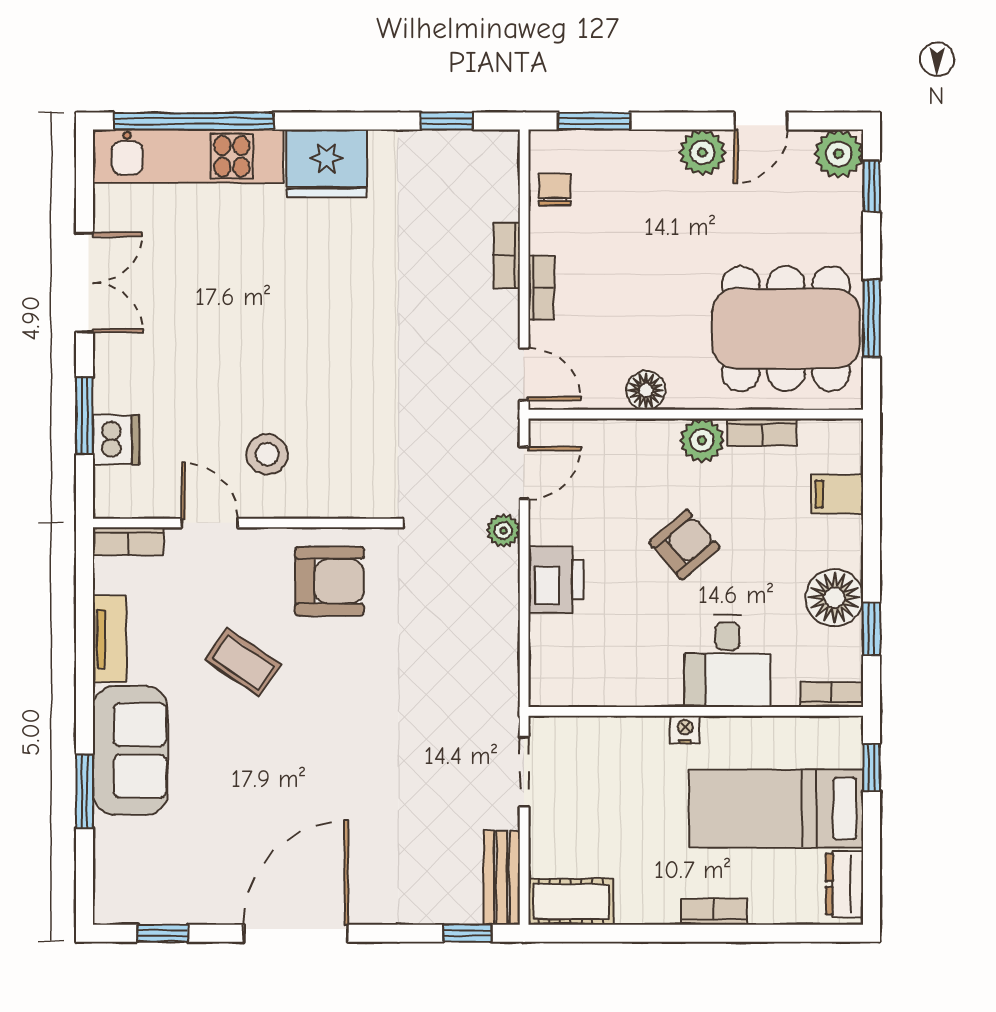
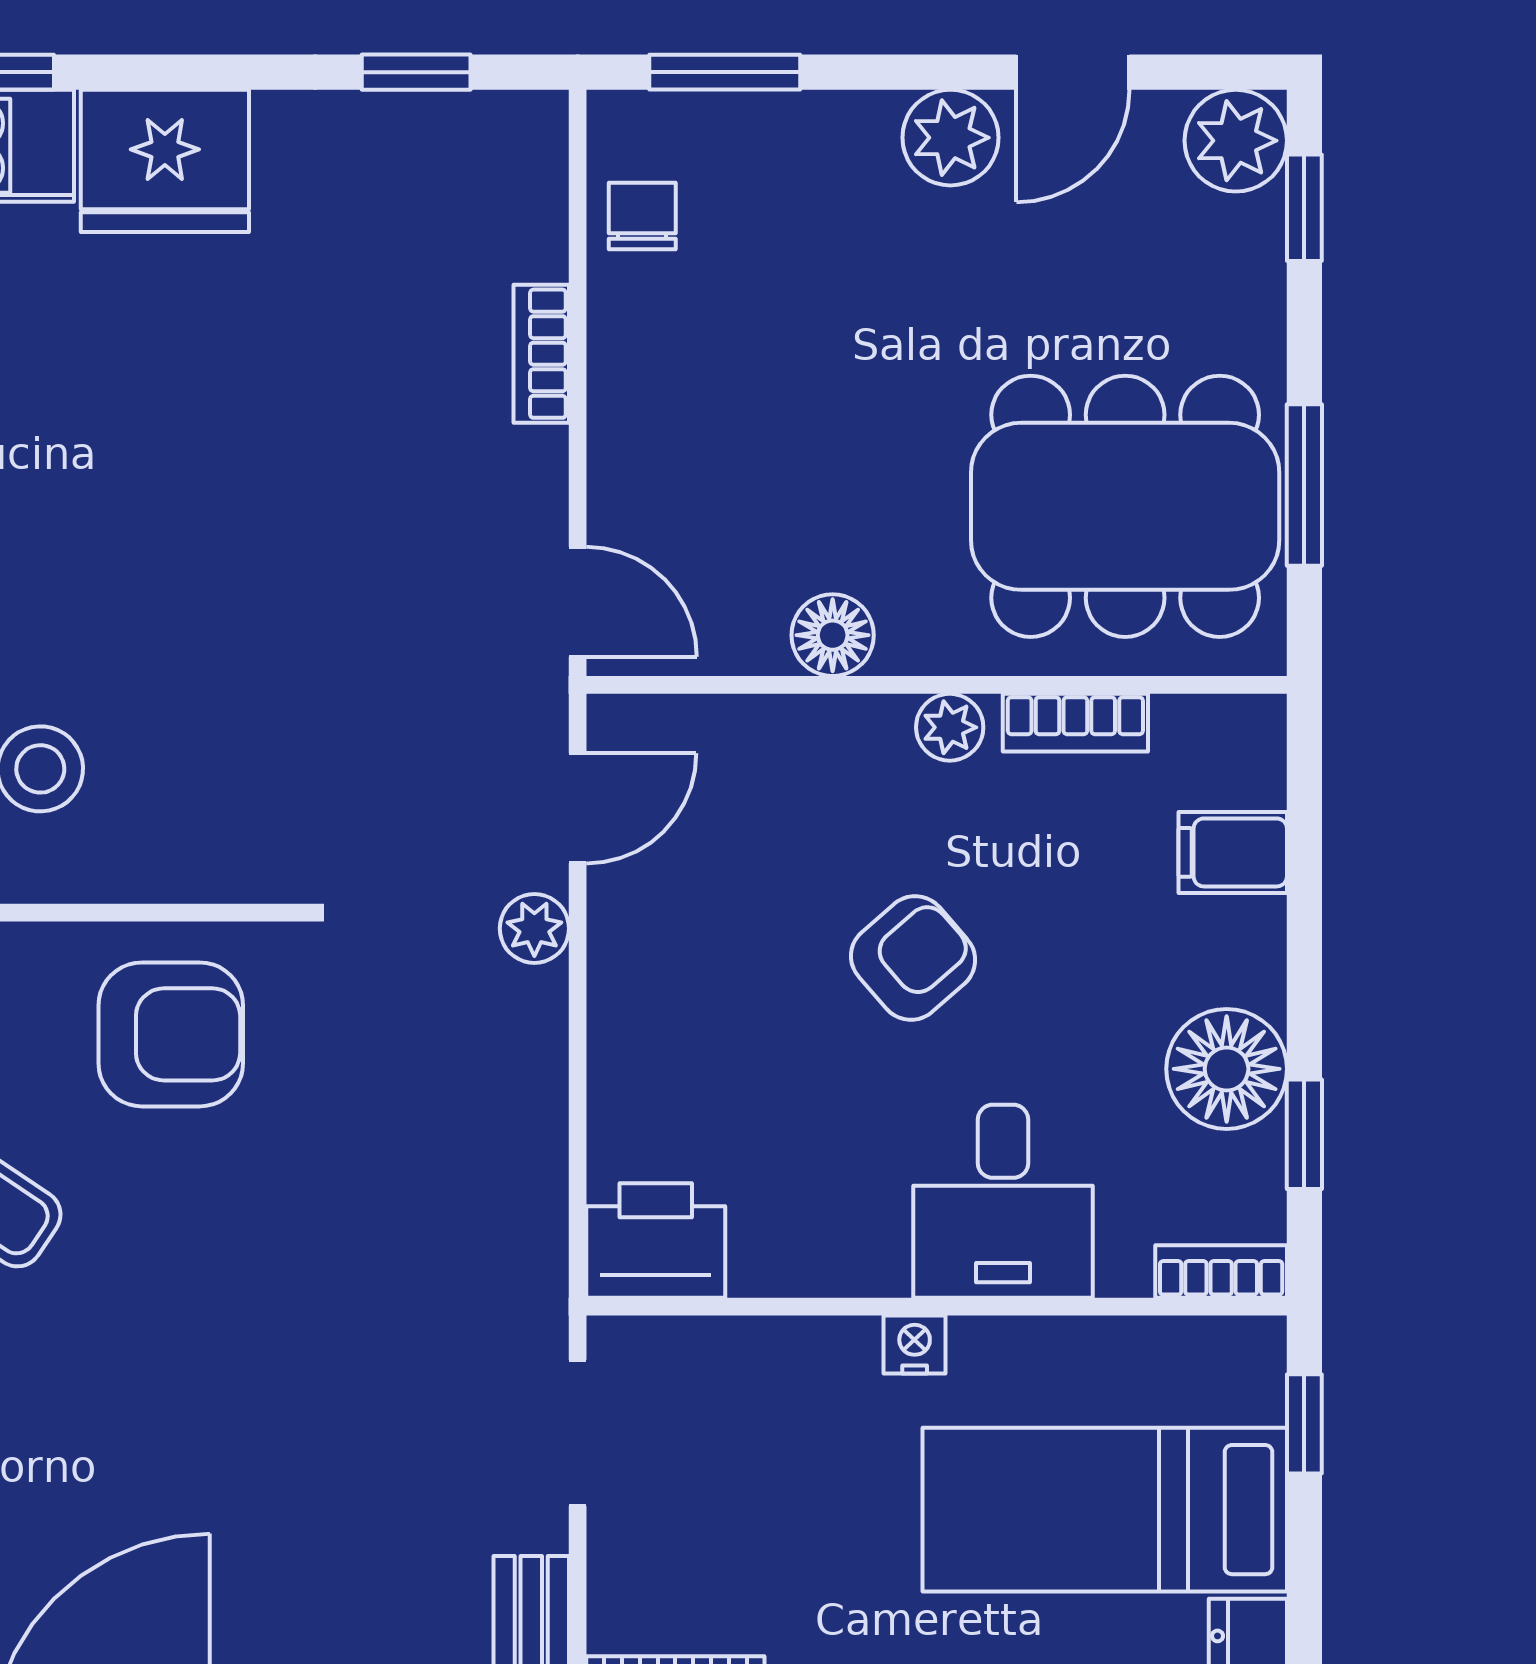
bookcase: (541, 288) -> (613, 420), removed
plant: (702, 440) -> (950, 727), width x0.73, depth x0.73
printer: (556, 580) -> (656, 1240), moved, turned -90

